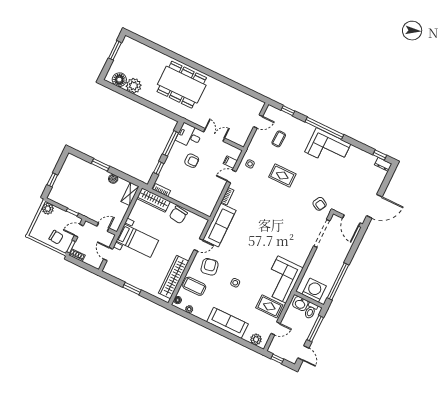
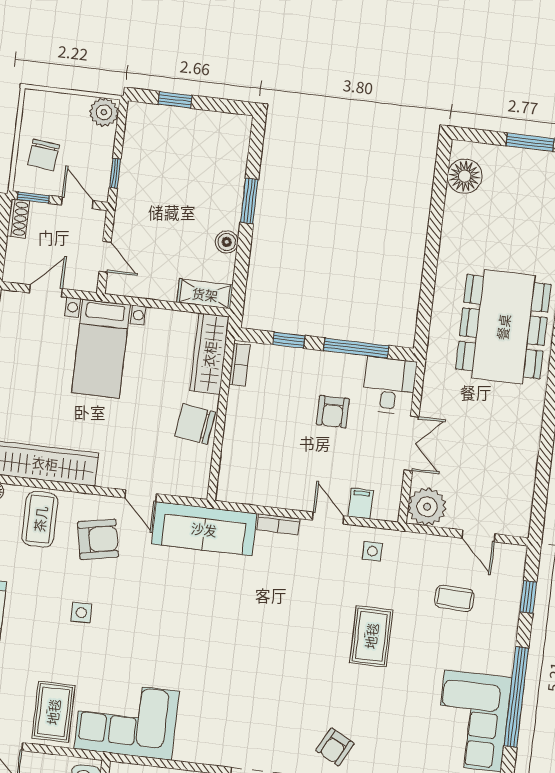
plant: (134, 86) -> (427, 507), moved

